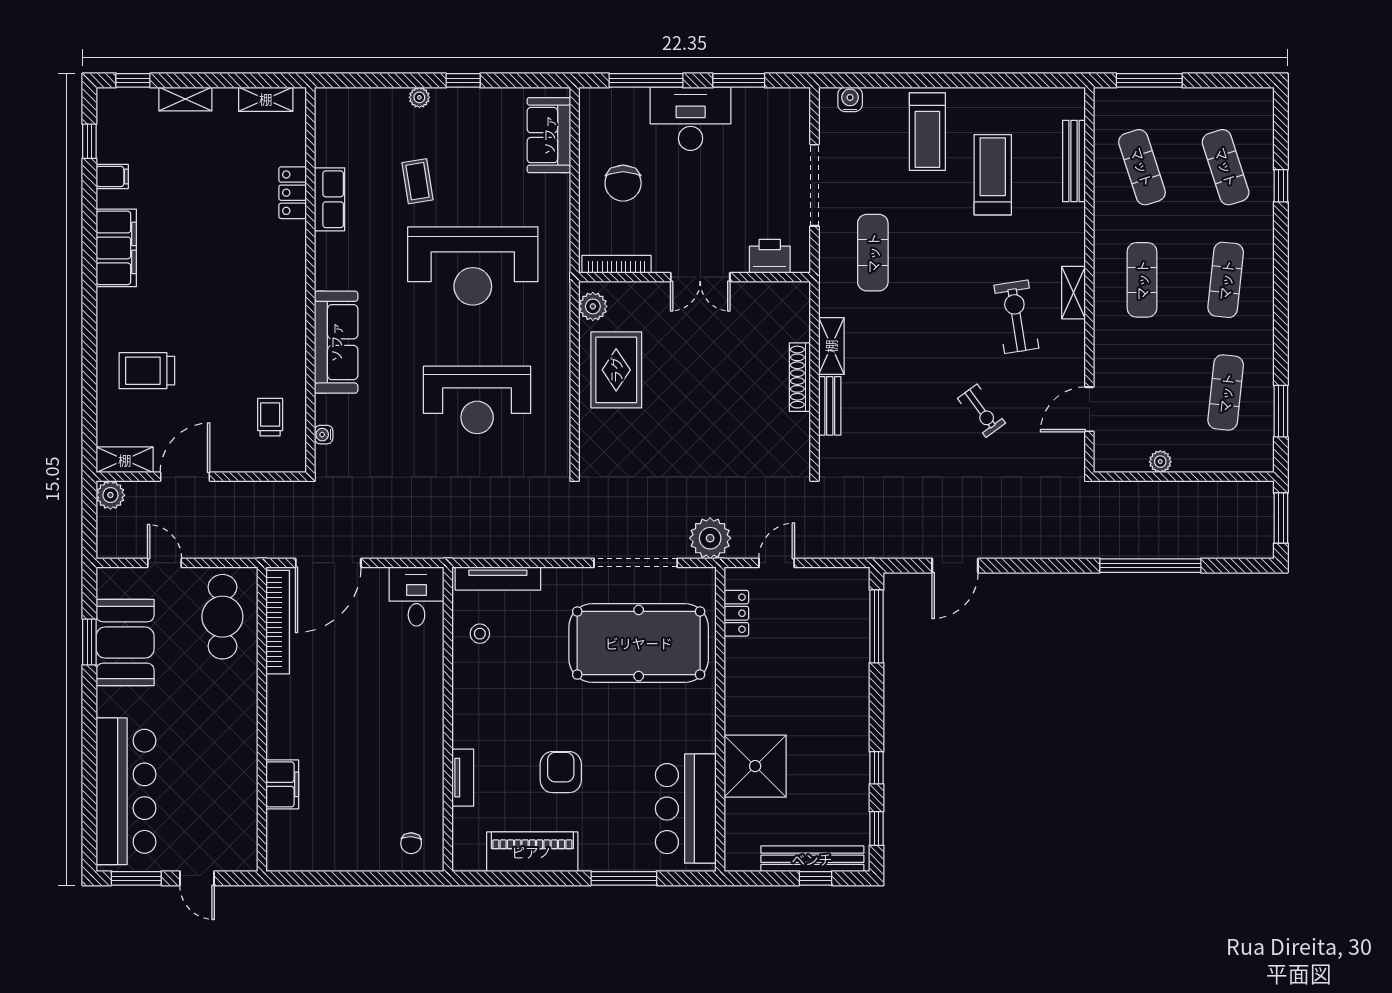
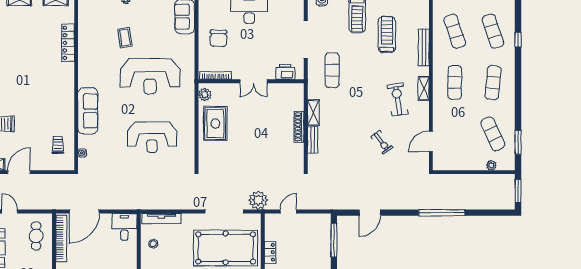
bench: (1074, 161) -> (424, 47), moved
locker: (293, 193) -> (68, 43), width x1.53
row of seats: (330, 199) -> (85, 46), removed
exercise mat: (1226, 393) -> (493, 134), turned -30
plant: (1160, 462) -> (491, 165), moved
window: (1150, 566) -> (442, 213), moved
locker: (736, 613) -> (270, 252), moved
cafe table: (222, 617) -> (36, 236), width x0.73, depth x0.74

